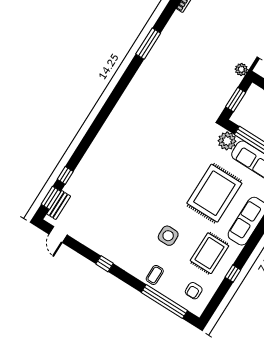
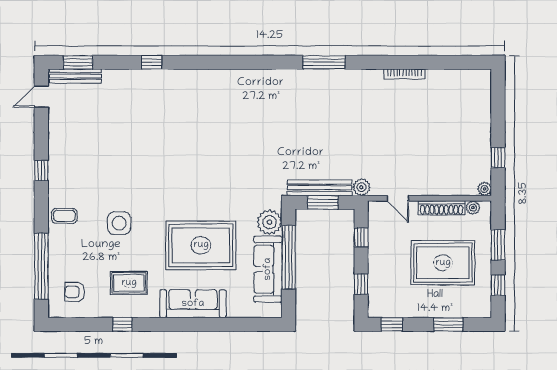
bench: (225, 96) -> (319, 188), added
window: (65, 175) -> (152, 62), moved
bench: (59, 205) -> (75, 76), width x1.36
rug: (209, 253) -> (129, 283), width x0.73, depth x0.70
coffee table: (155, 275) -> (64, 216), moved

